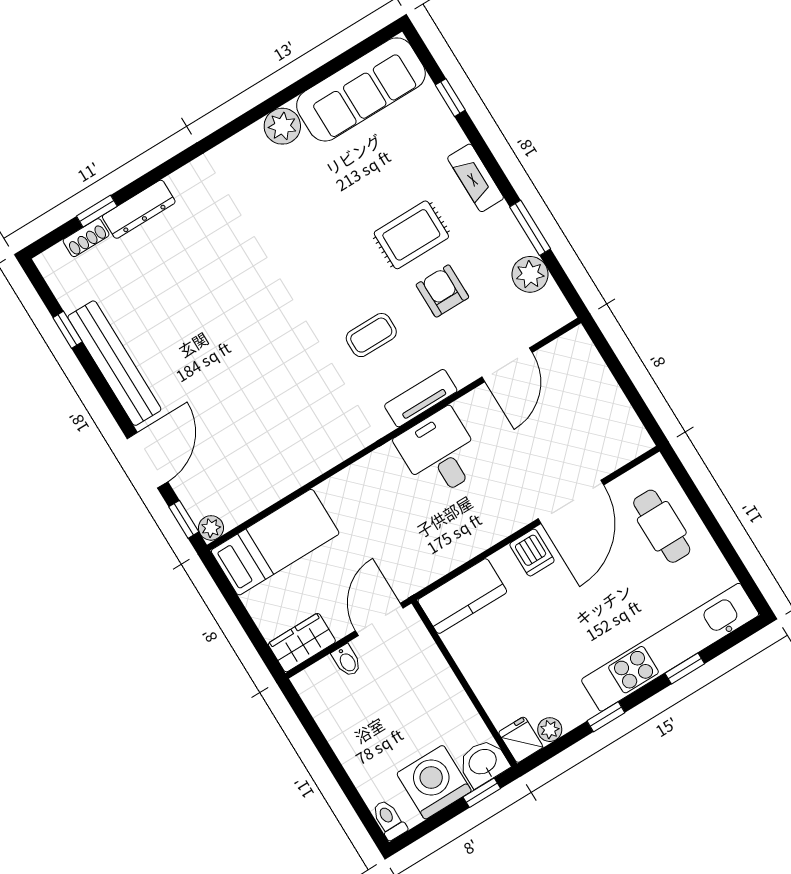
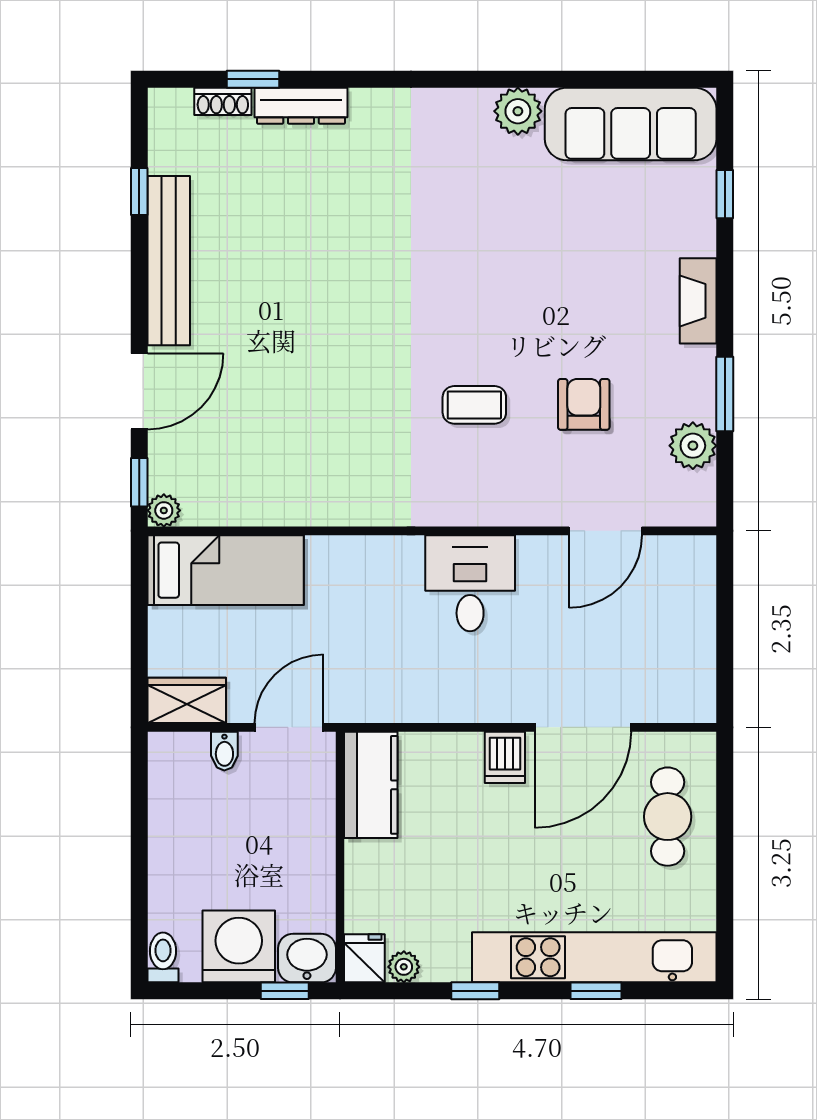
rug: (411, 235) -> (587, 321), removed
tv unit: (421, 398) -> (486, 509), removed
kitchen counter: (462, 596) -> (371, 785), moved, turned -90

